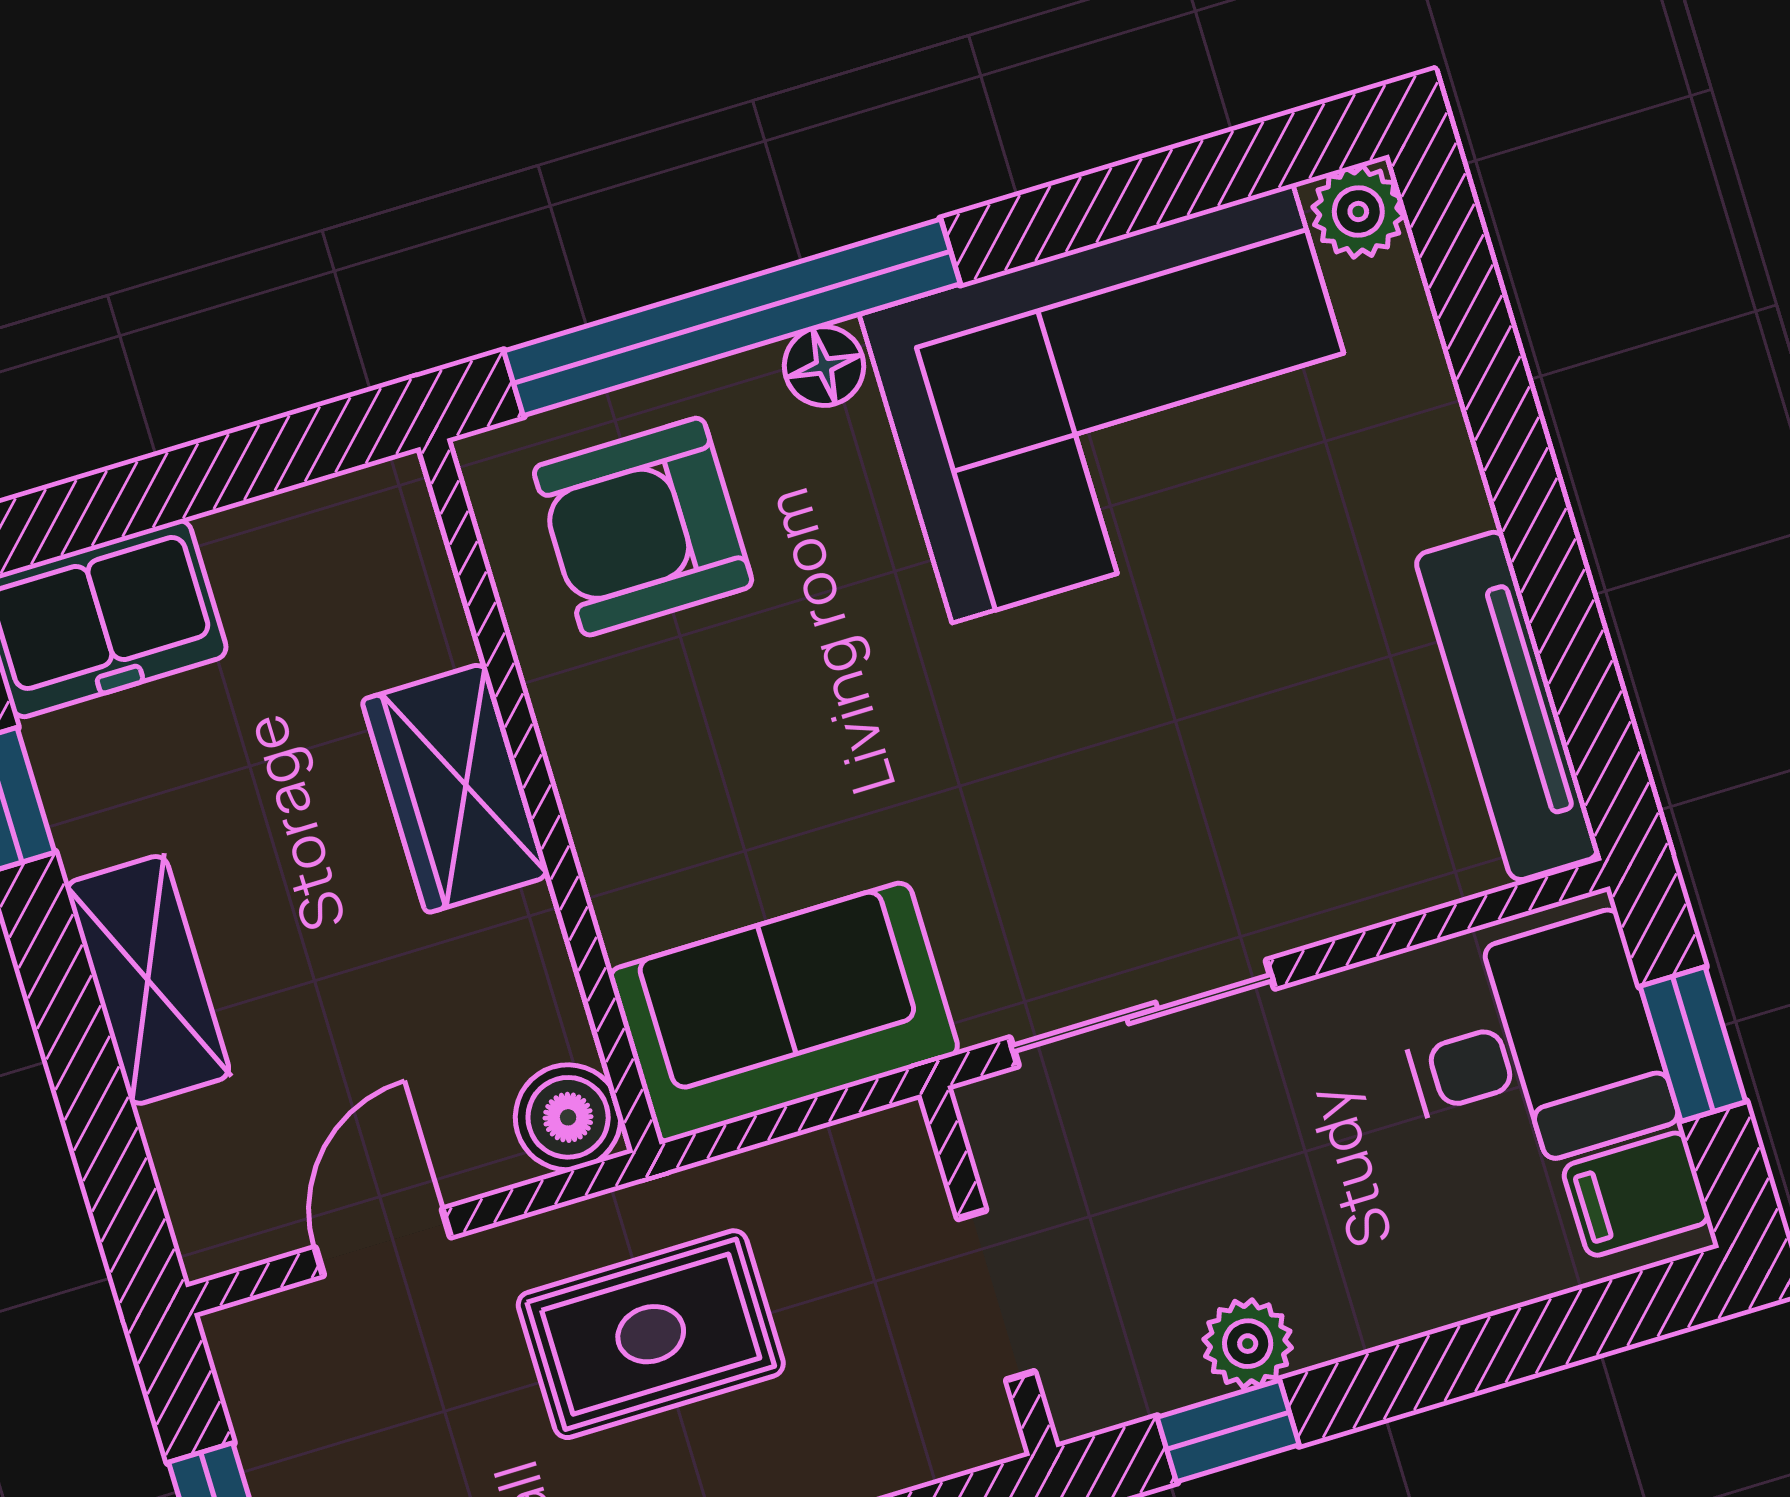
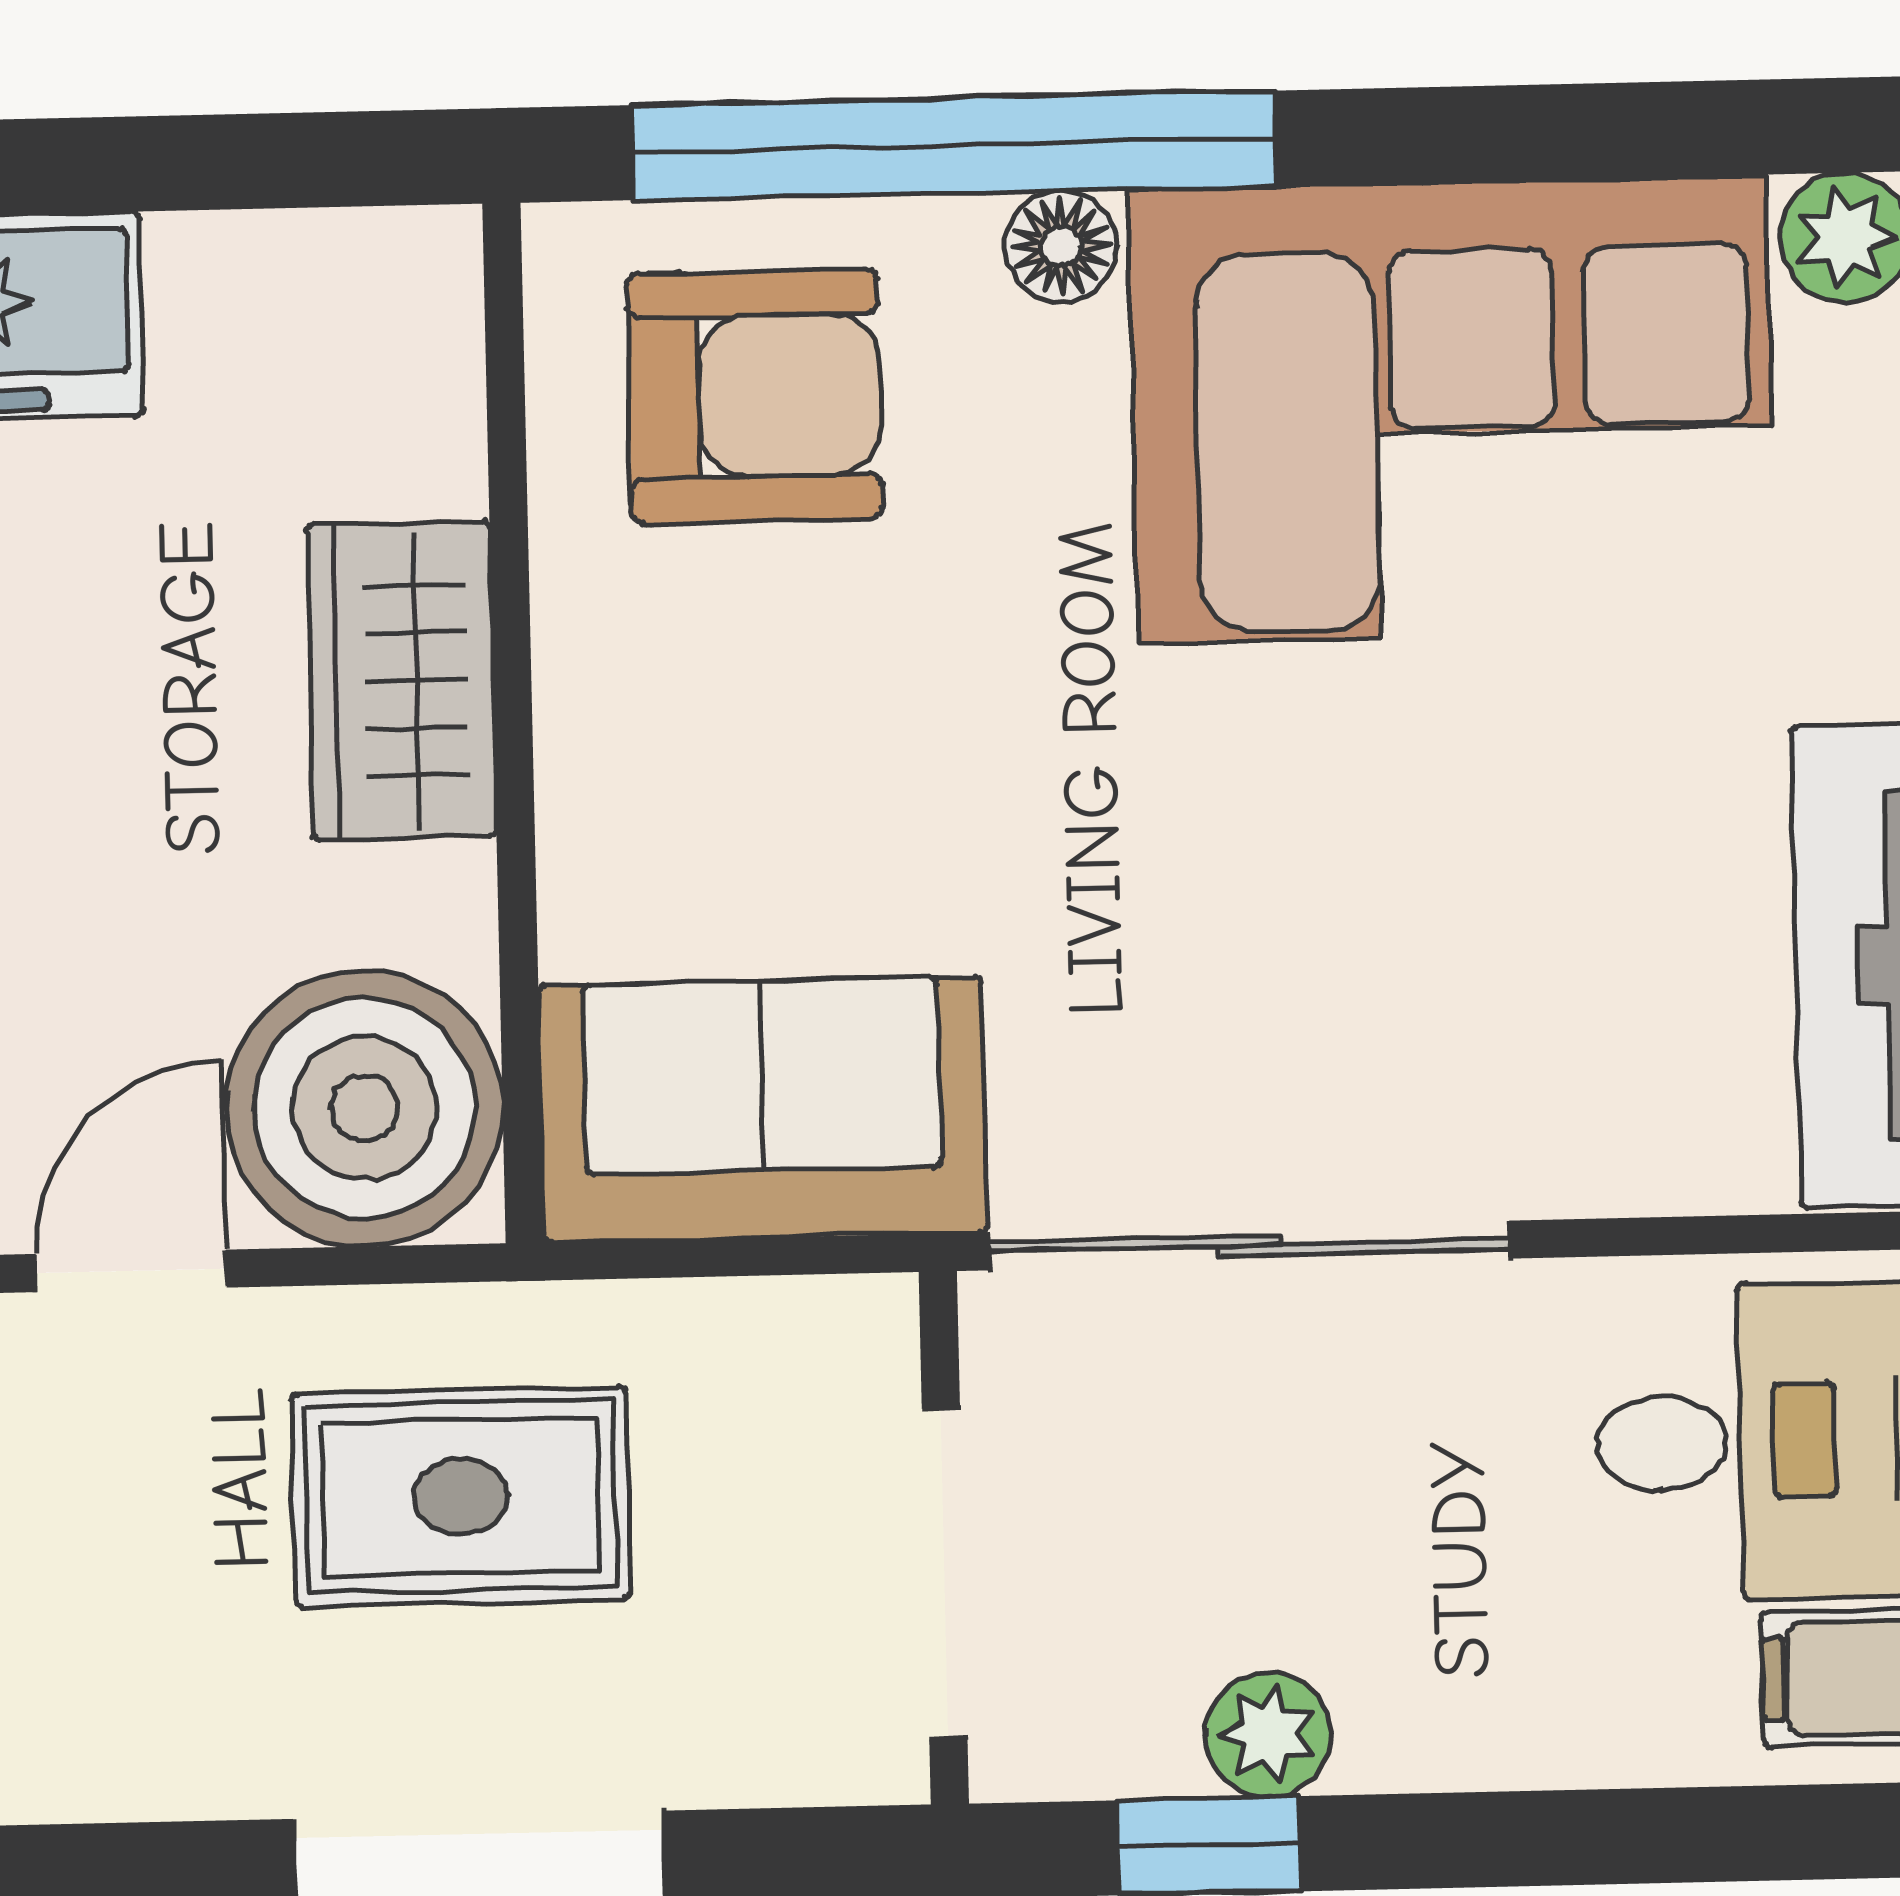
armchair: (643, 527) -> (755, 396), turned 180
sliding door: (1142, 1013) -> (1250, 1245), width x1.37
boiler: (568, 1117) -> (364, 1108), width x1.86, depth x1.86
doorway: (996, 1295) -> (945, 1574), width x1.38

